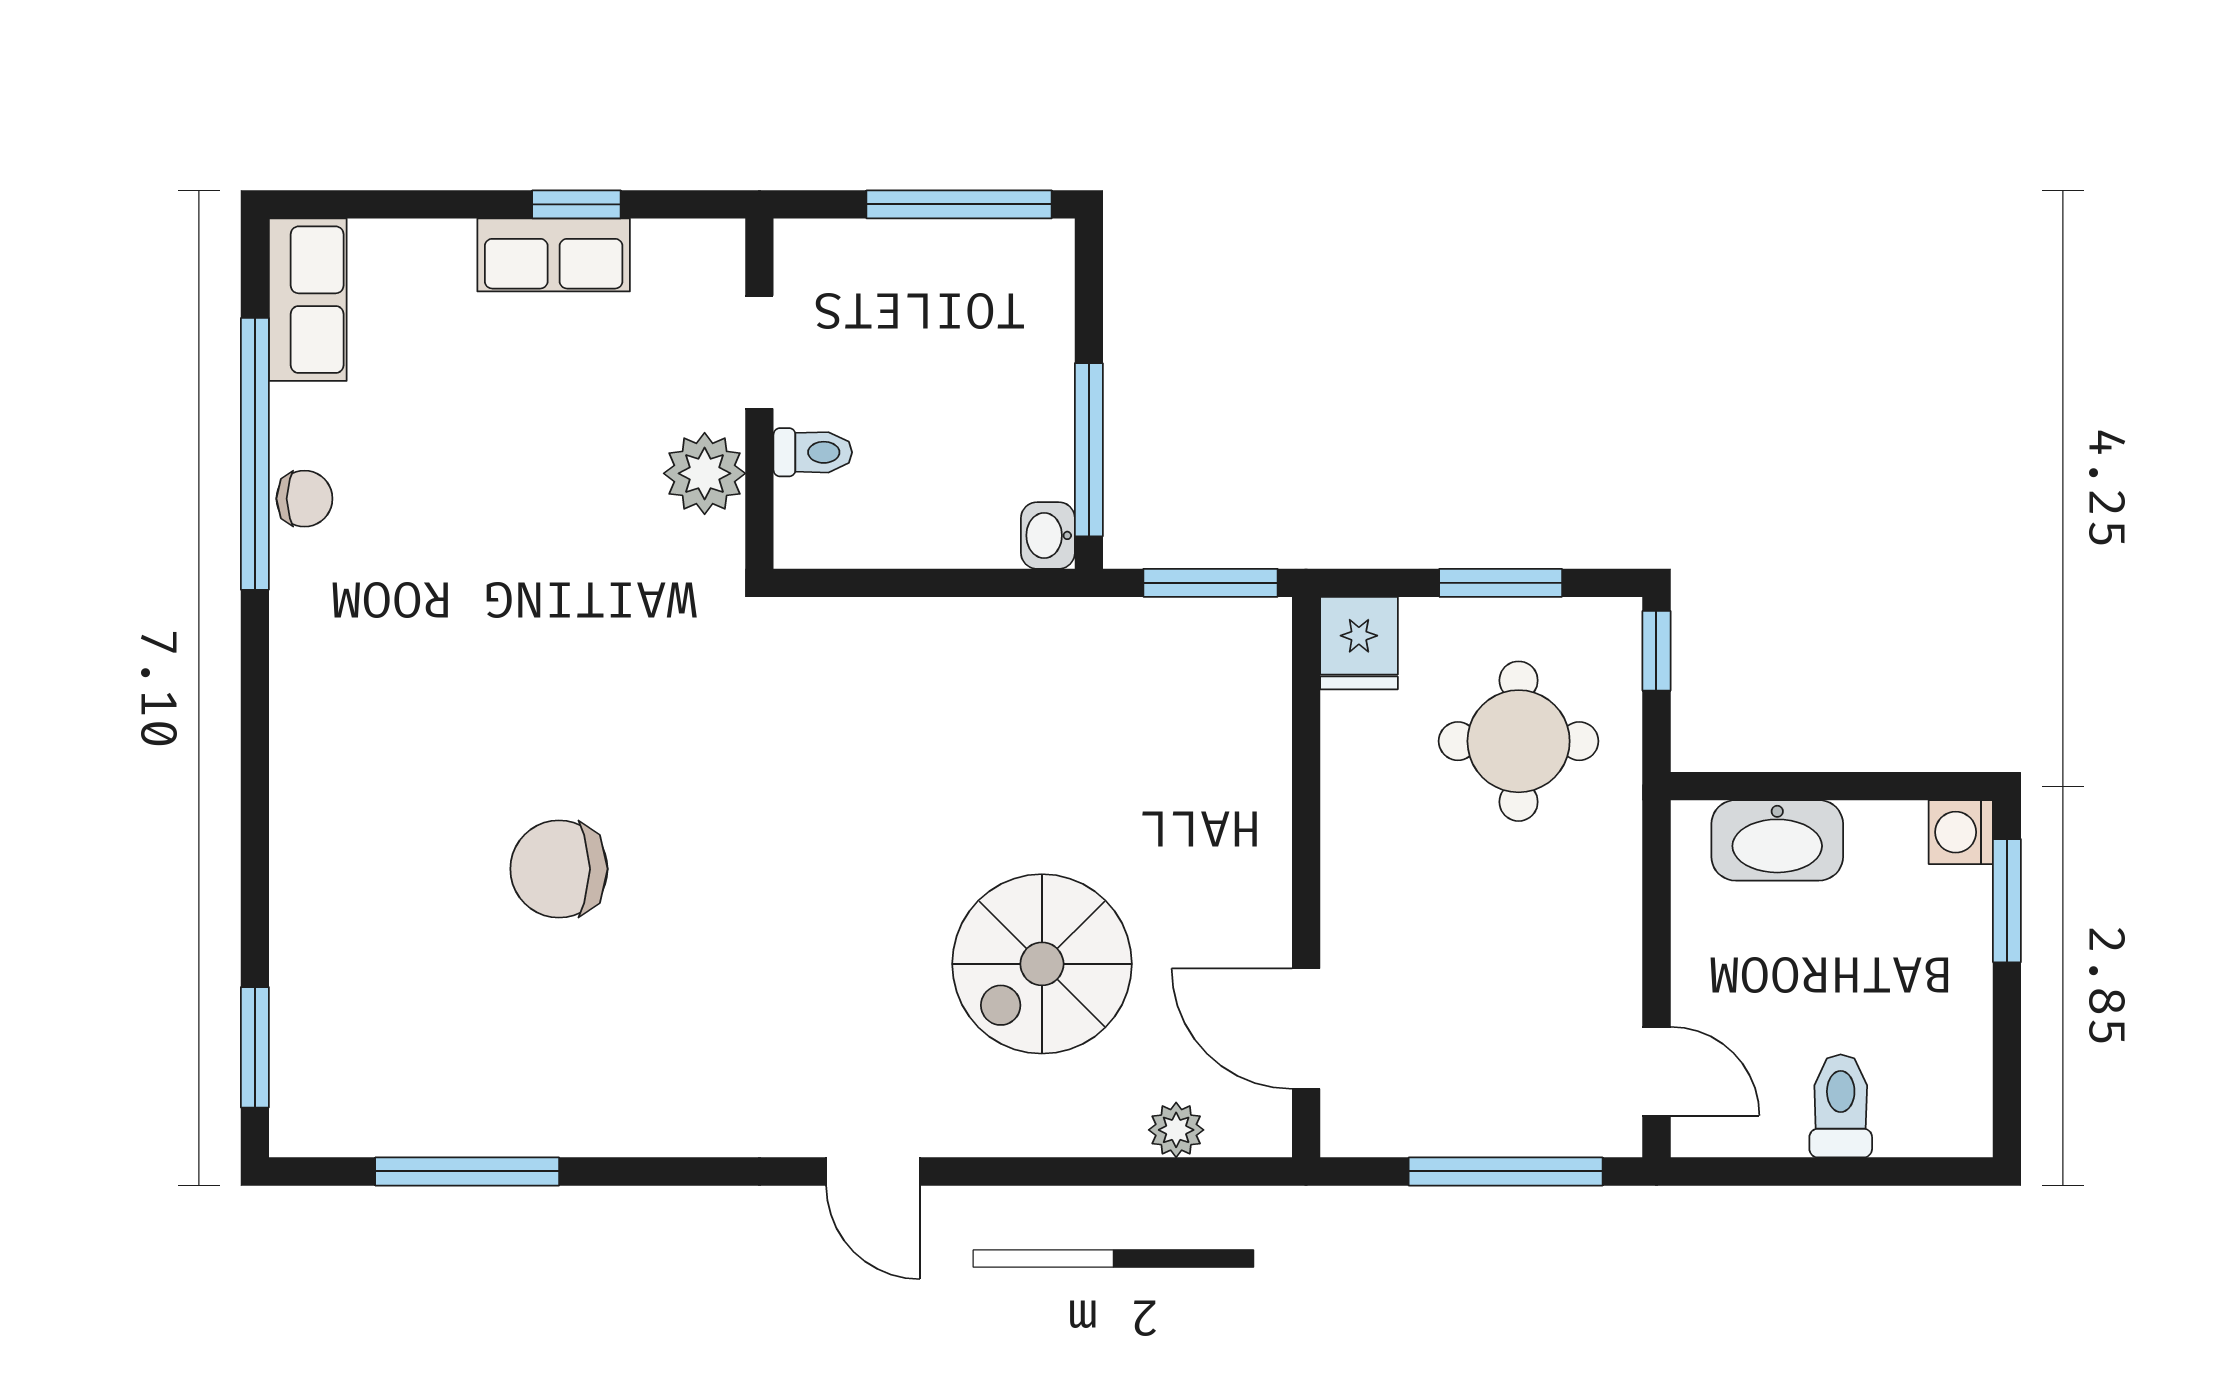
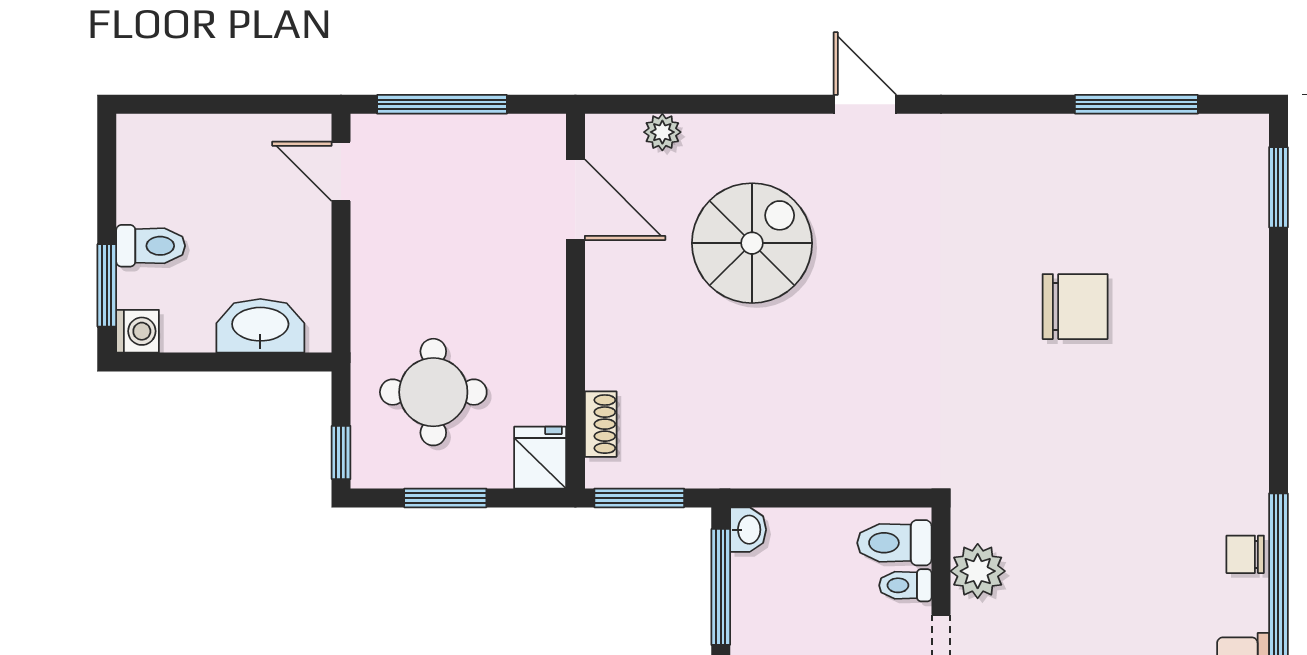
toilet: (829, 516) -> (894, 543), added
shoe rack: (1268, 693) -> (601, 424), added
toilet: (1841, 1106) -> (151, 246), moved, turned -90

